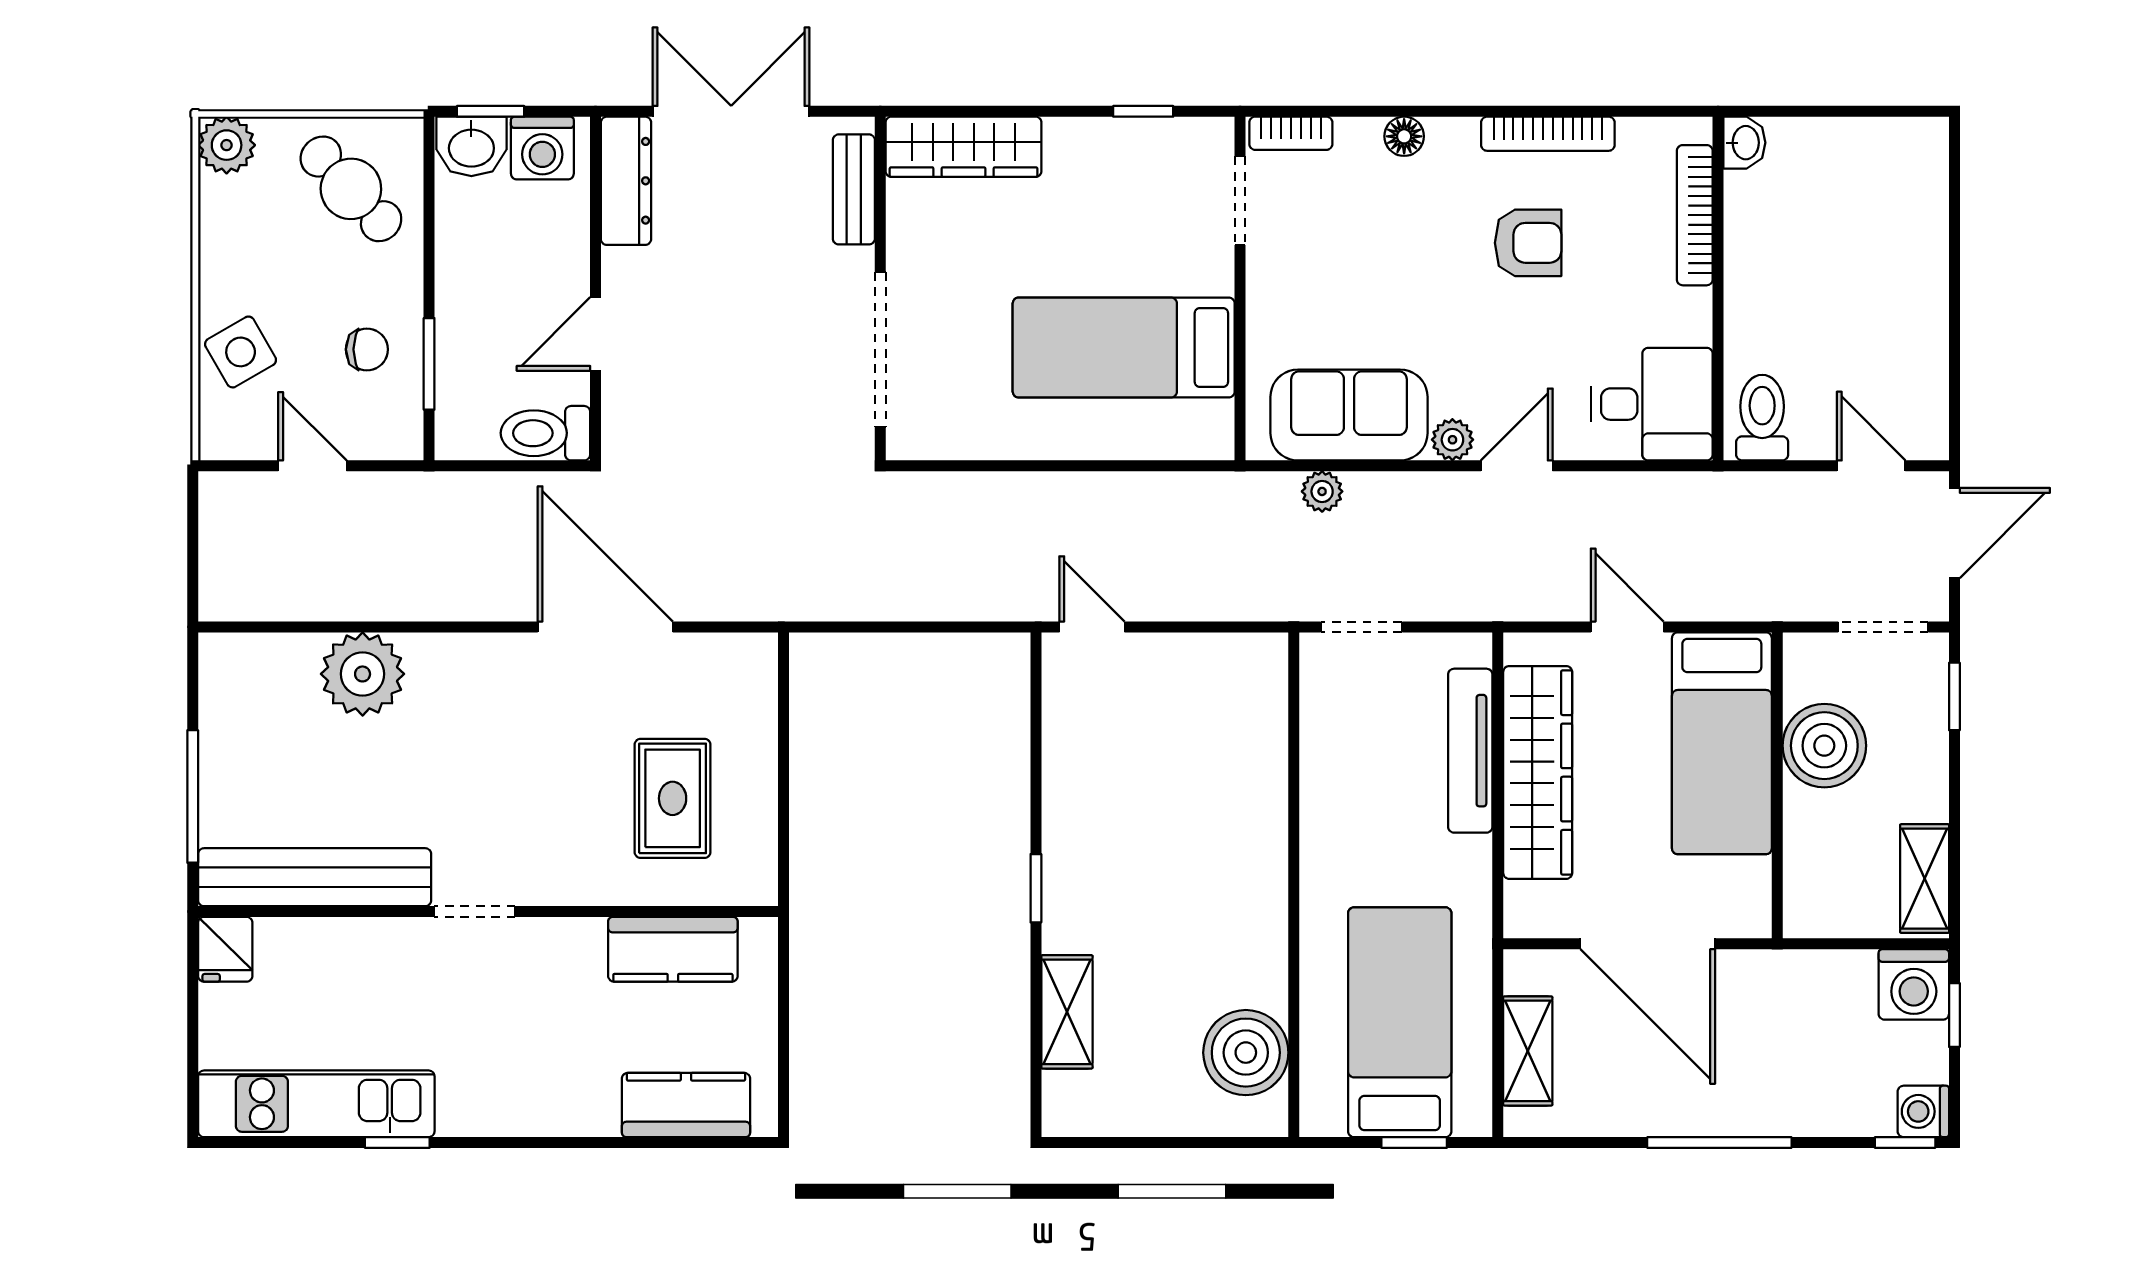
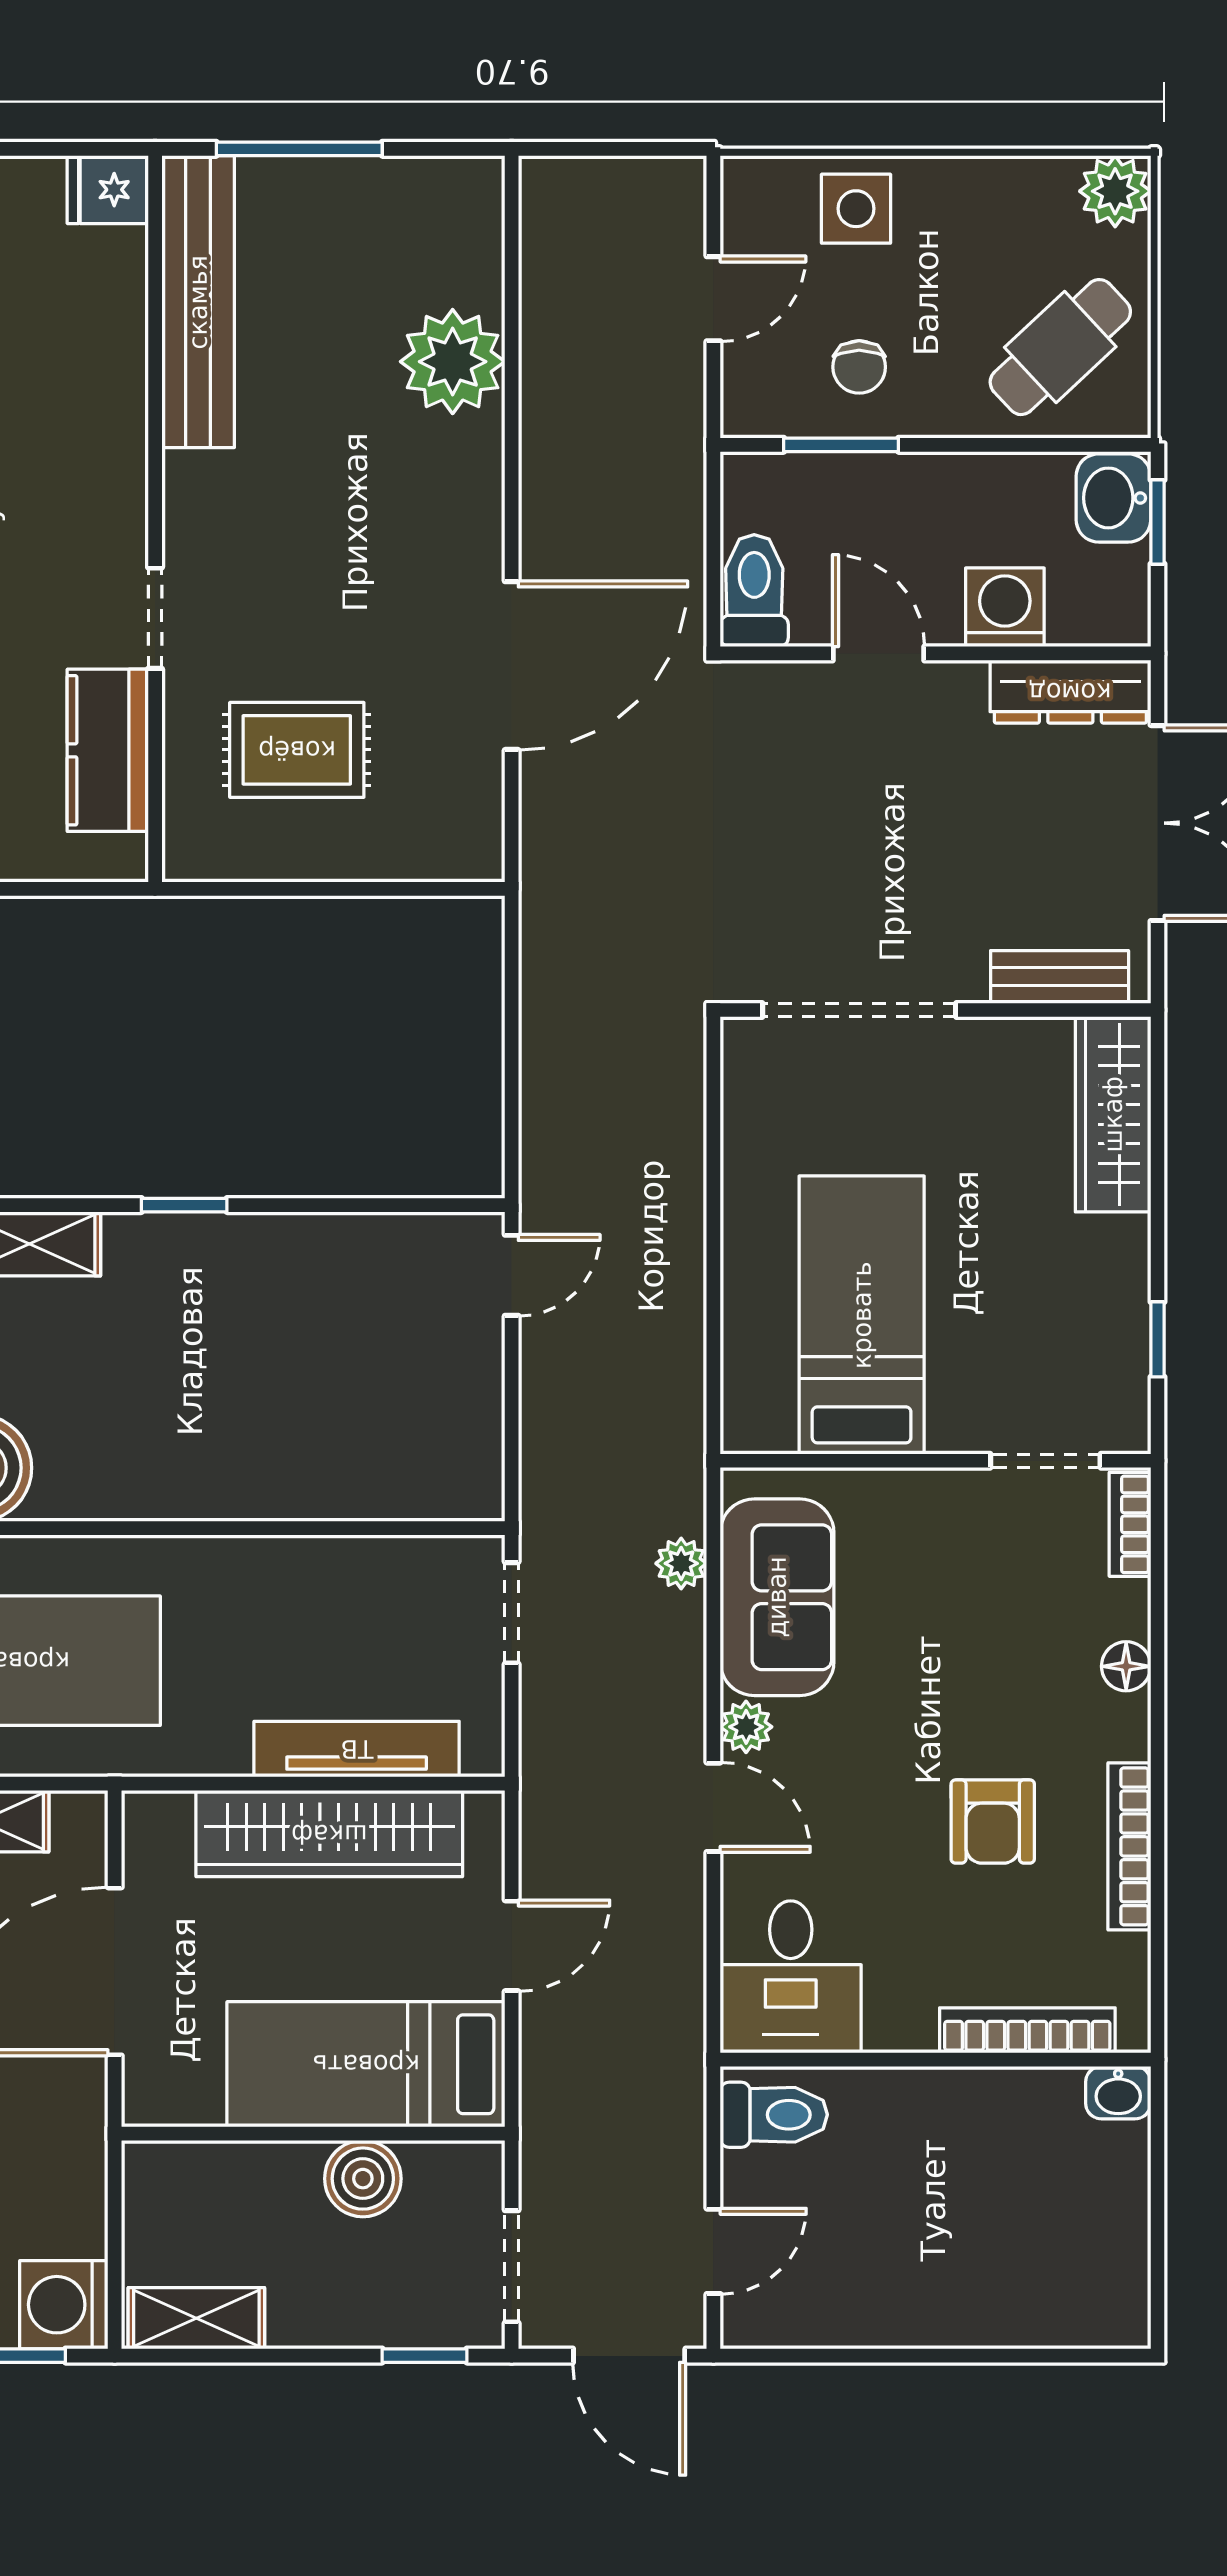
washing machine: (542, 148) -> (1005, 607), moved, turned 90
side table: (241, 352) -> (856, 209), turned 30
boiler: (1824, 746) -> (363, 2179), width x0.73, depth x0.73
doorway: (475, 912) -> (155, 618), moved

